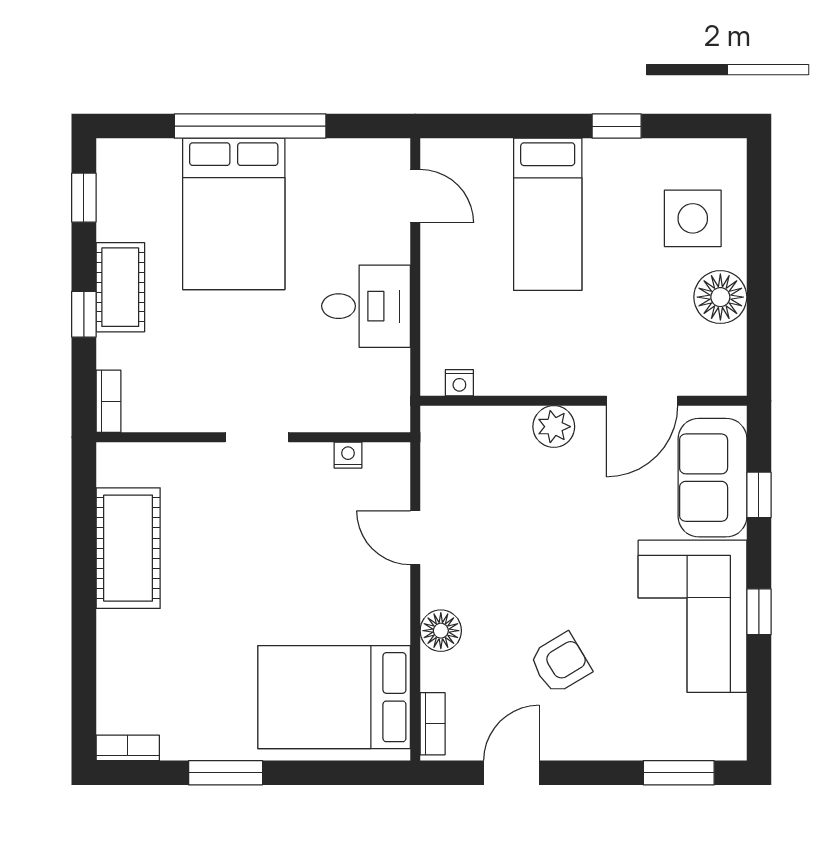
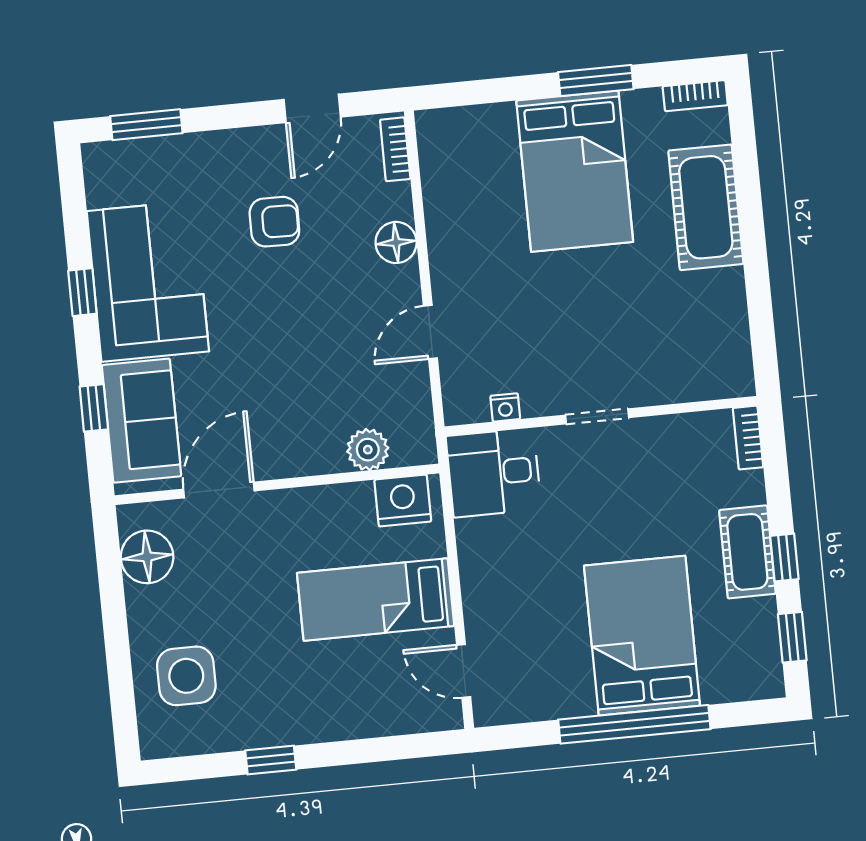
bed: (548, 214) -> (376, 599), moved, turned -90
floor lamp: (720, 297) -> (147, 557), moved
desk: (366, 306) -> (493, 473), moved
window: (84, 314) -> (784, 557), moved
nightstand: (459, 383) -> (403, 501), width x1.89, depth x1.79
plant: (554, 427) -> (368, 450), moved
door: (415, 538) -> (430, 332), swing flipped
cot: (128, 548) -> (706, 207), moved
armchair: (560, 663) -> (274, 222), turned -148
bed: (334, 697) -> (575, 171), moved, turned 90

